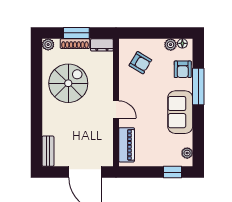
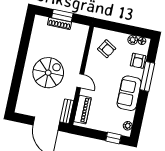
plant: (48, 45) -> (39, 20), removed
dresser: (102, 45) -> (80, 29), removed
spiral stairs: (68, 83) -> (48, 73), moved
bench: (48, 151) -> (67, 111), moved

